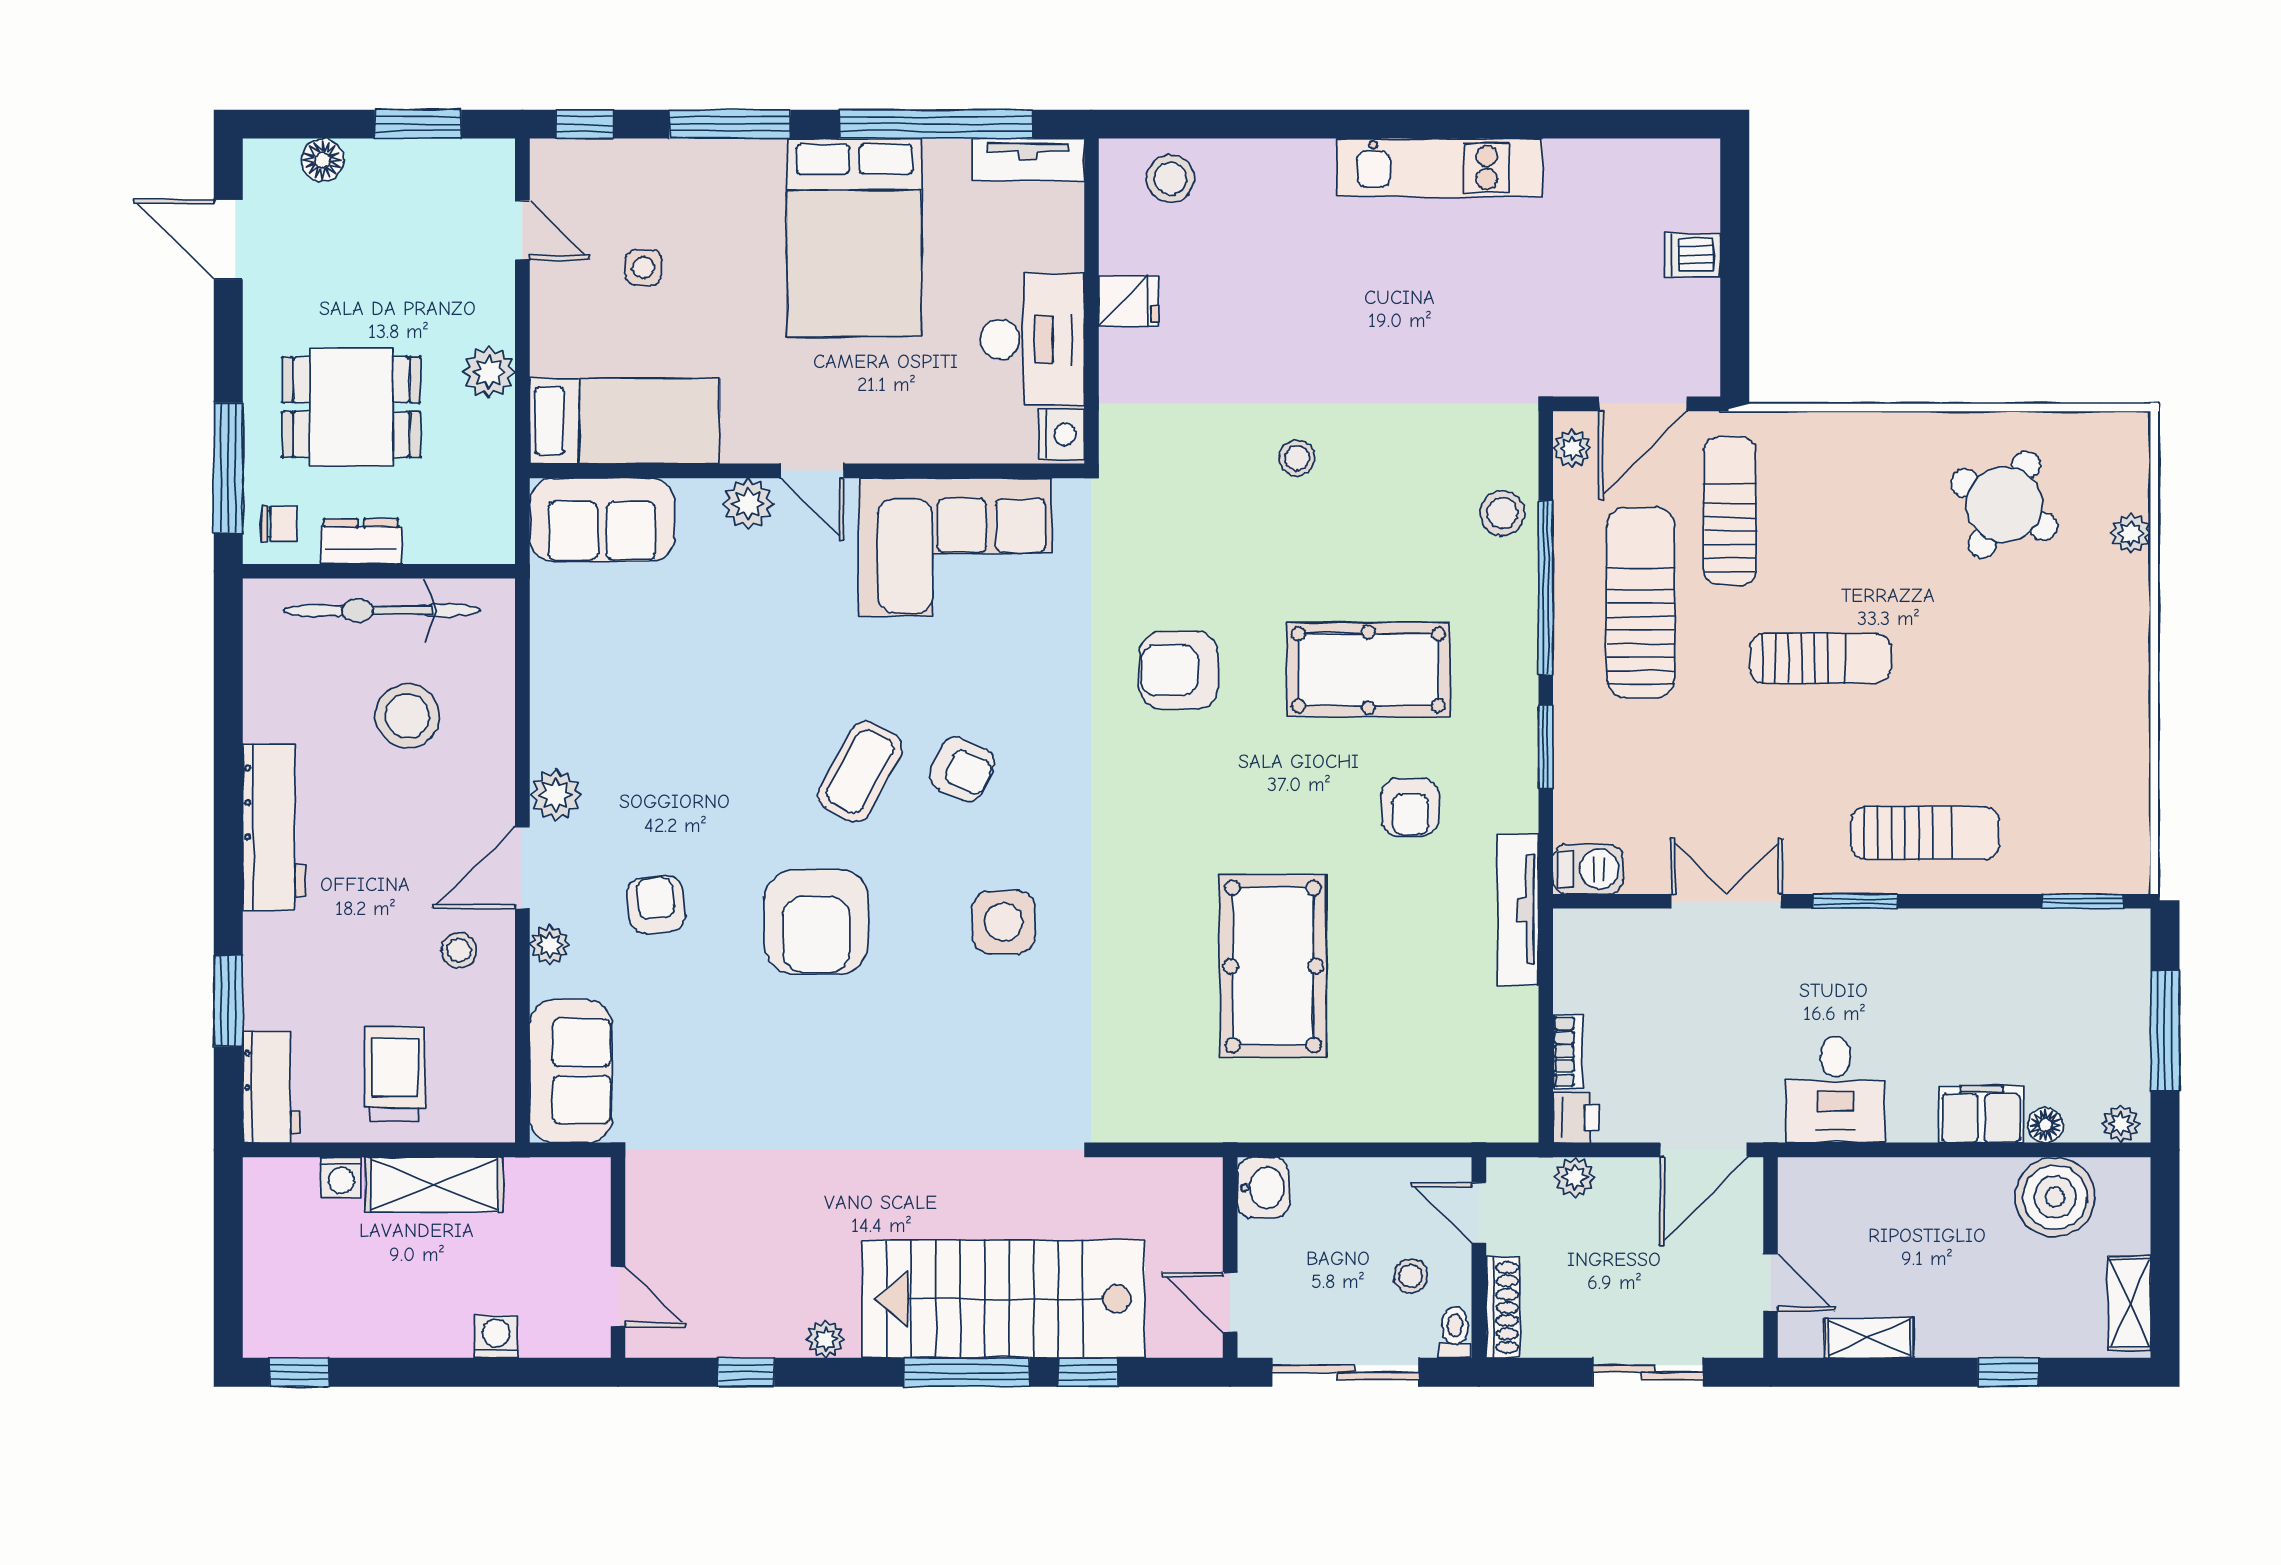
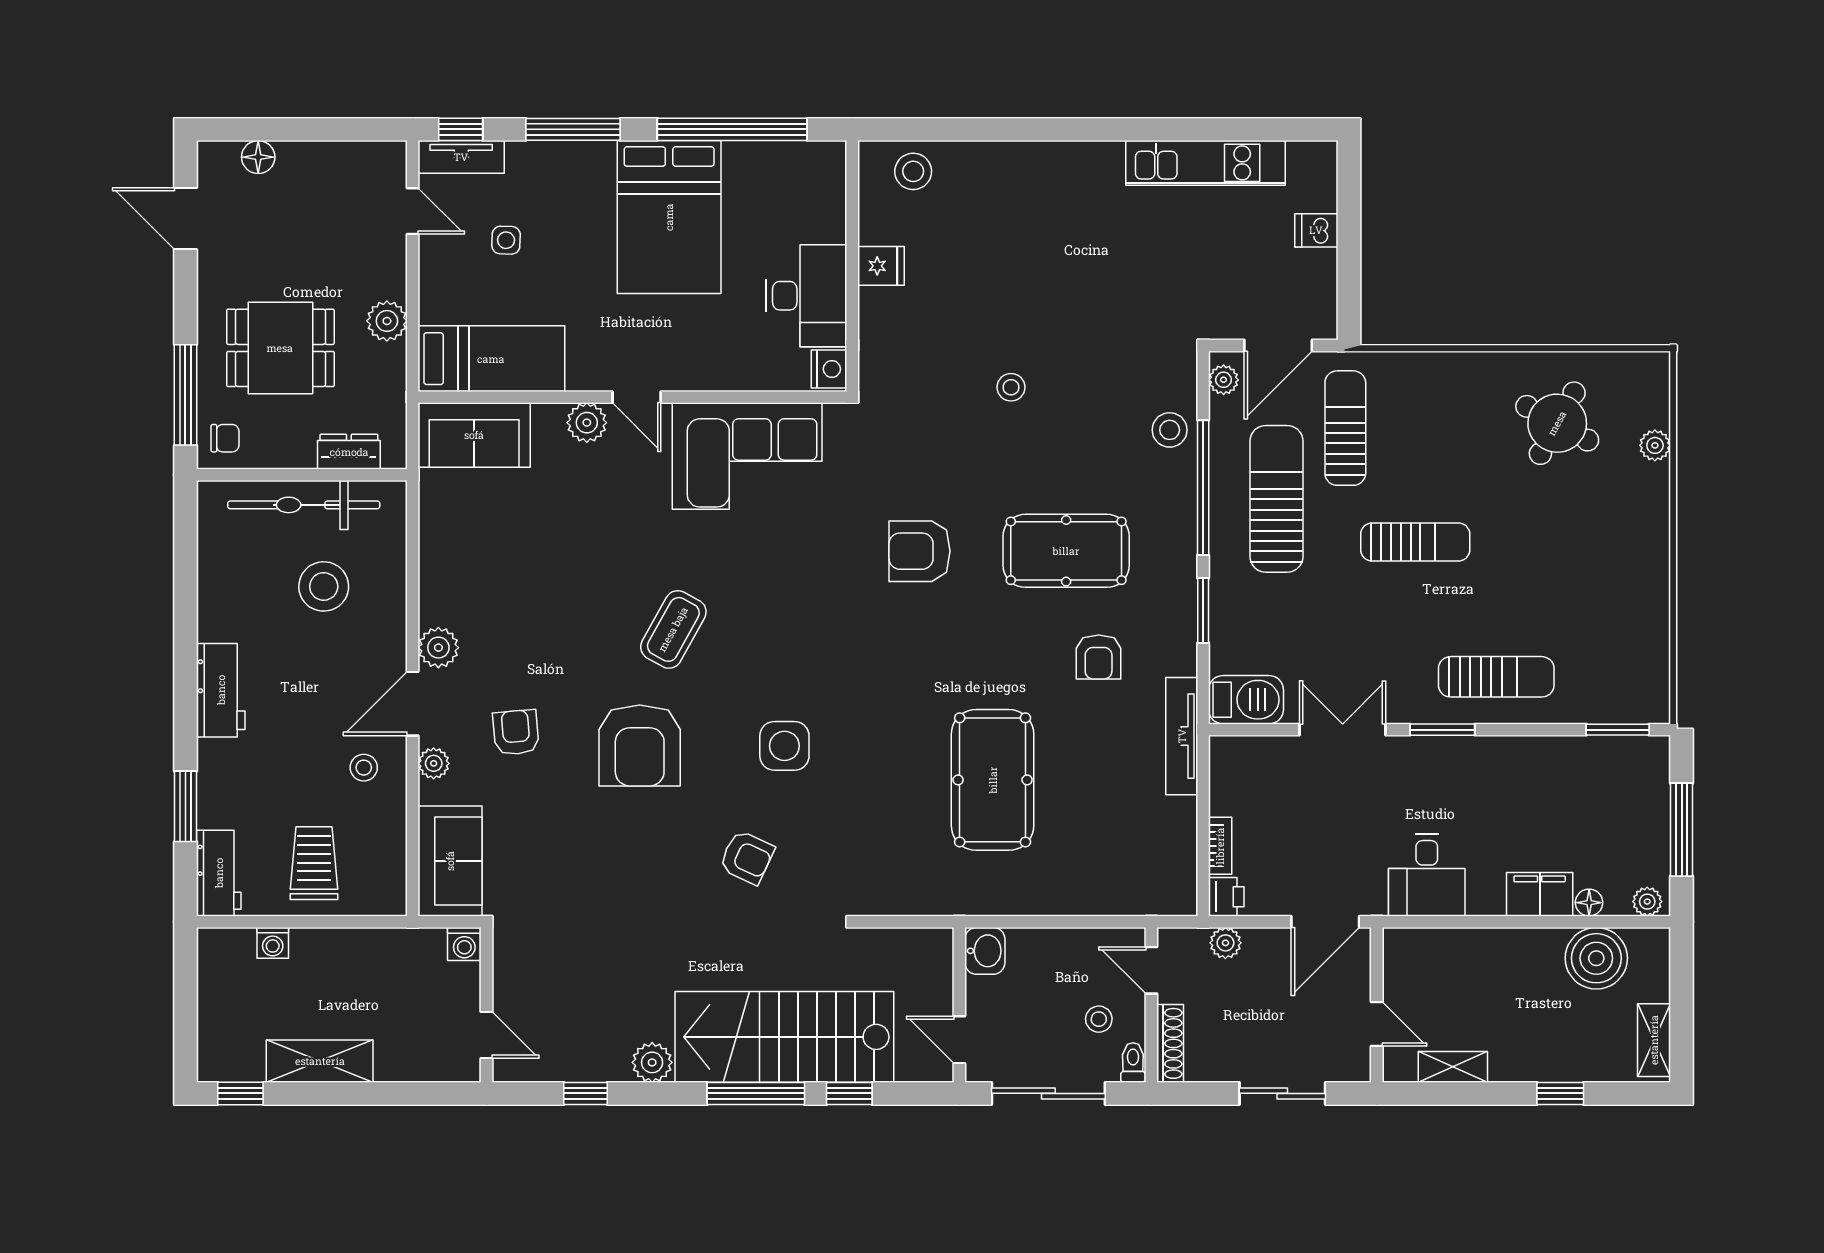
window: (418, 124) -> (332, 129), removed
tv unit: (1028, 160) -> (461, 157), moved
kitchen unit: (1439, 168) -> (1206, 163), moved
dresser: (361, 541) -> (349, 452), moved
armchair: (962, 769) -> (747, 857), moved
workbench: (274, 828) -> (221, 690), width x0.73
barbecue: (1588, 869) -> (1246, 700), width x1.38, depth x1.27
shelving: (434, 1185) -> (320, 1061), moved
washing machine: (496, 1336) -> (464, 944), moved, turned 180
plant: (825, 1339) -> (652, 1062), width x1.38, depth x1.38

